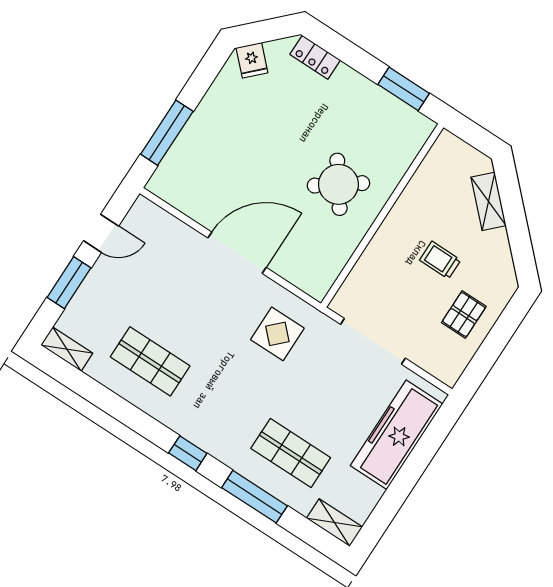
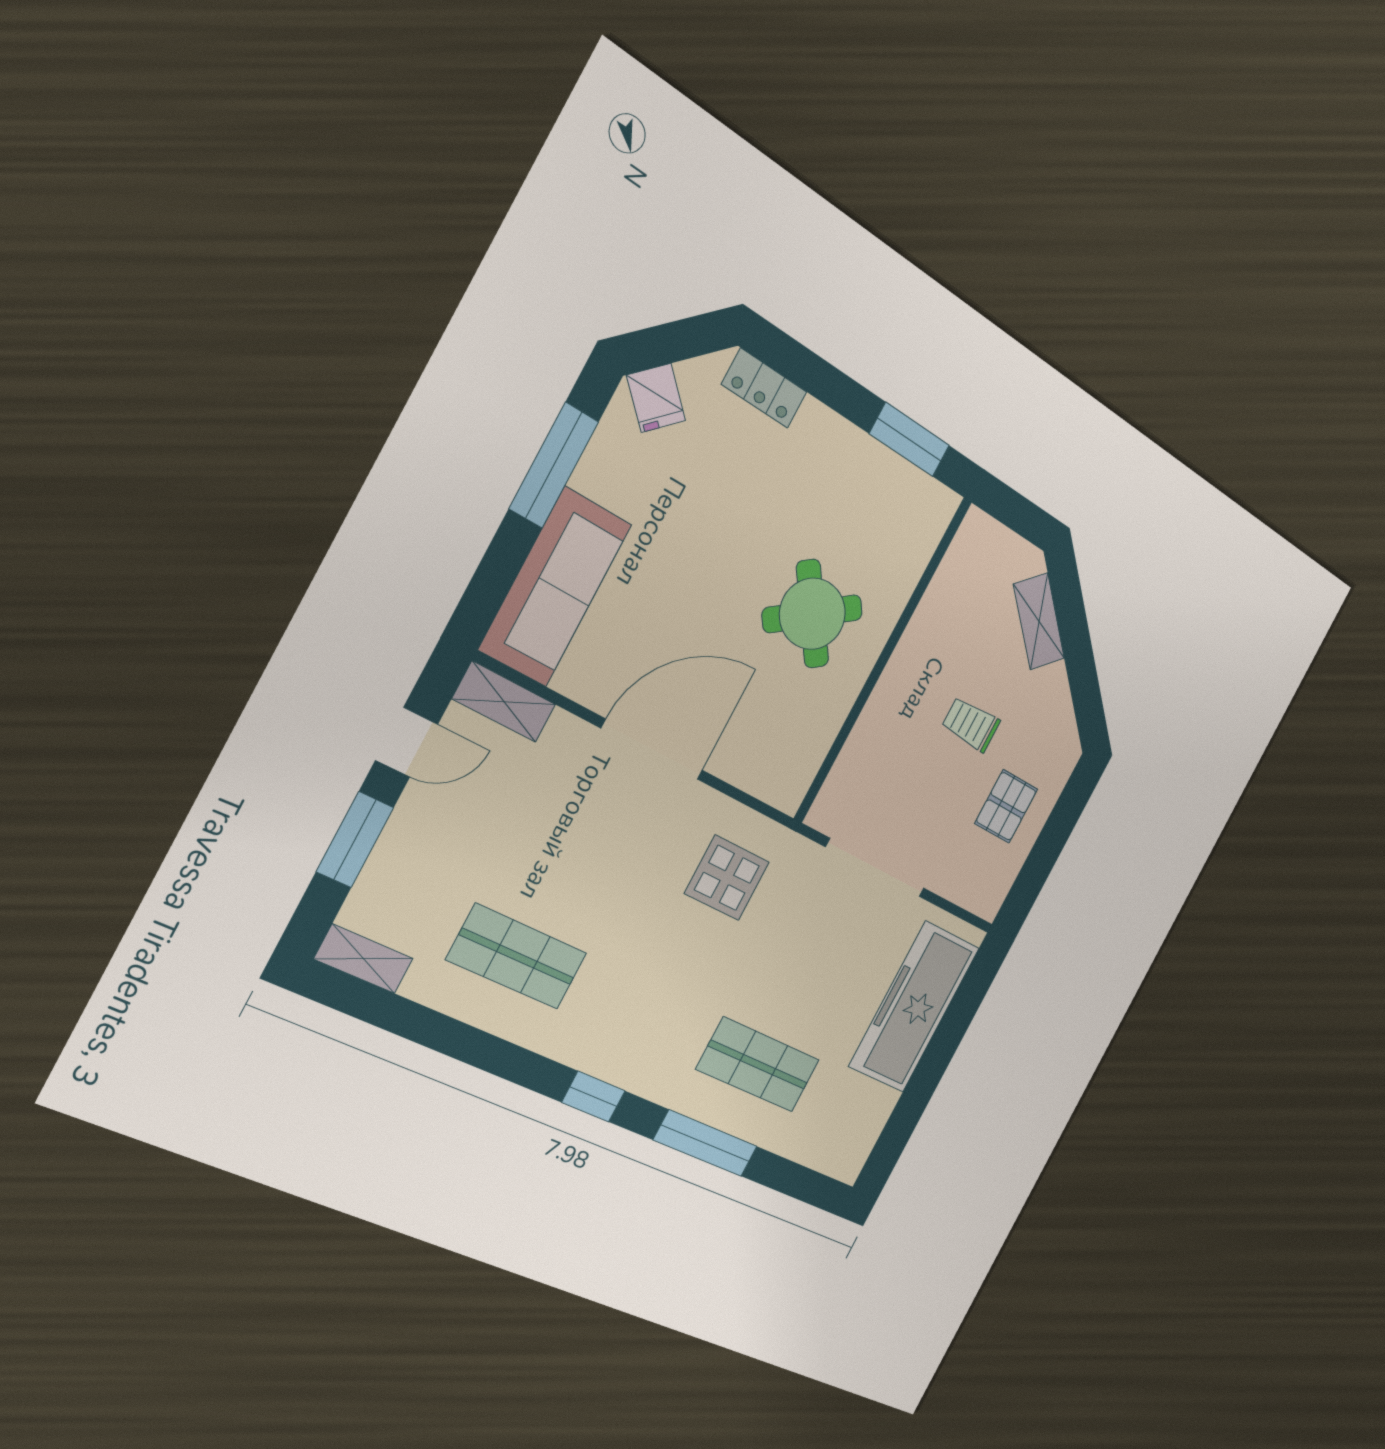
window: (167, 133) -> (554, 465), moved
sofa: (188, 157) -> (555, 587), added
shelving: (334, 523) -> (504, 702), moved

